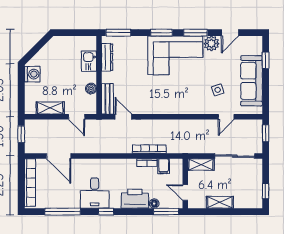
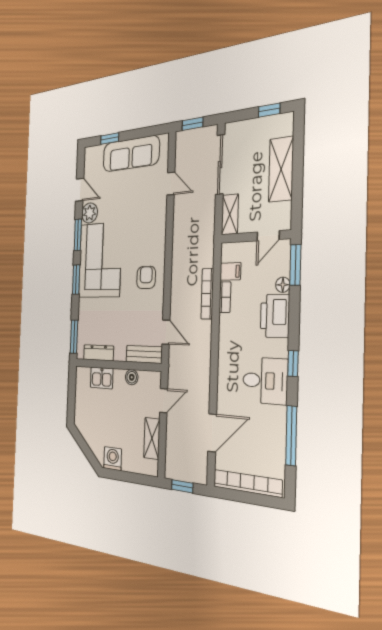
side table: (218, 90) -> (139, 199), removed
armchair: (161, 98) -> (146, 277), added
door: (123, 117) -> (166, 332), swing flipped
shelving: (220, 202) -> (281, 169), width x1.50, depth x1.33

